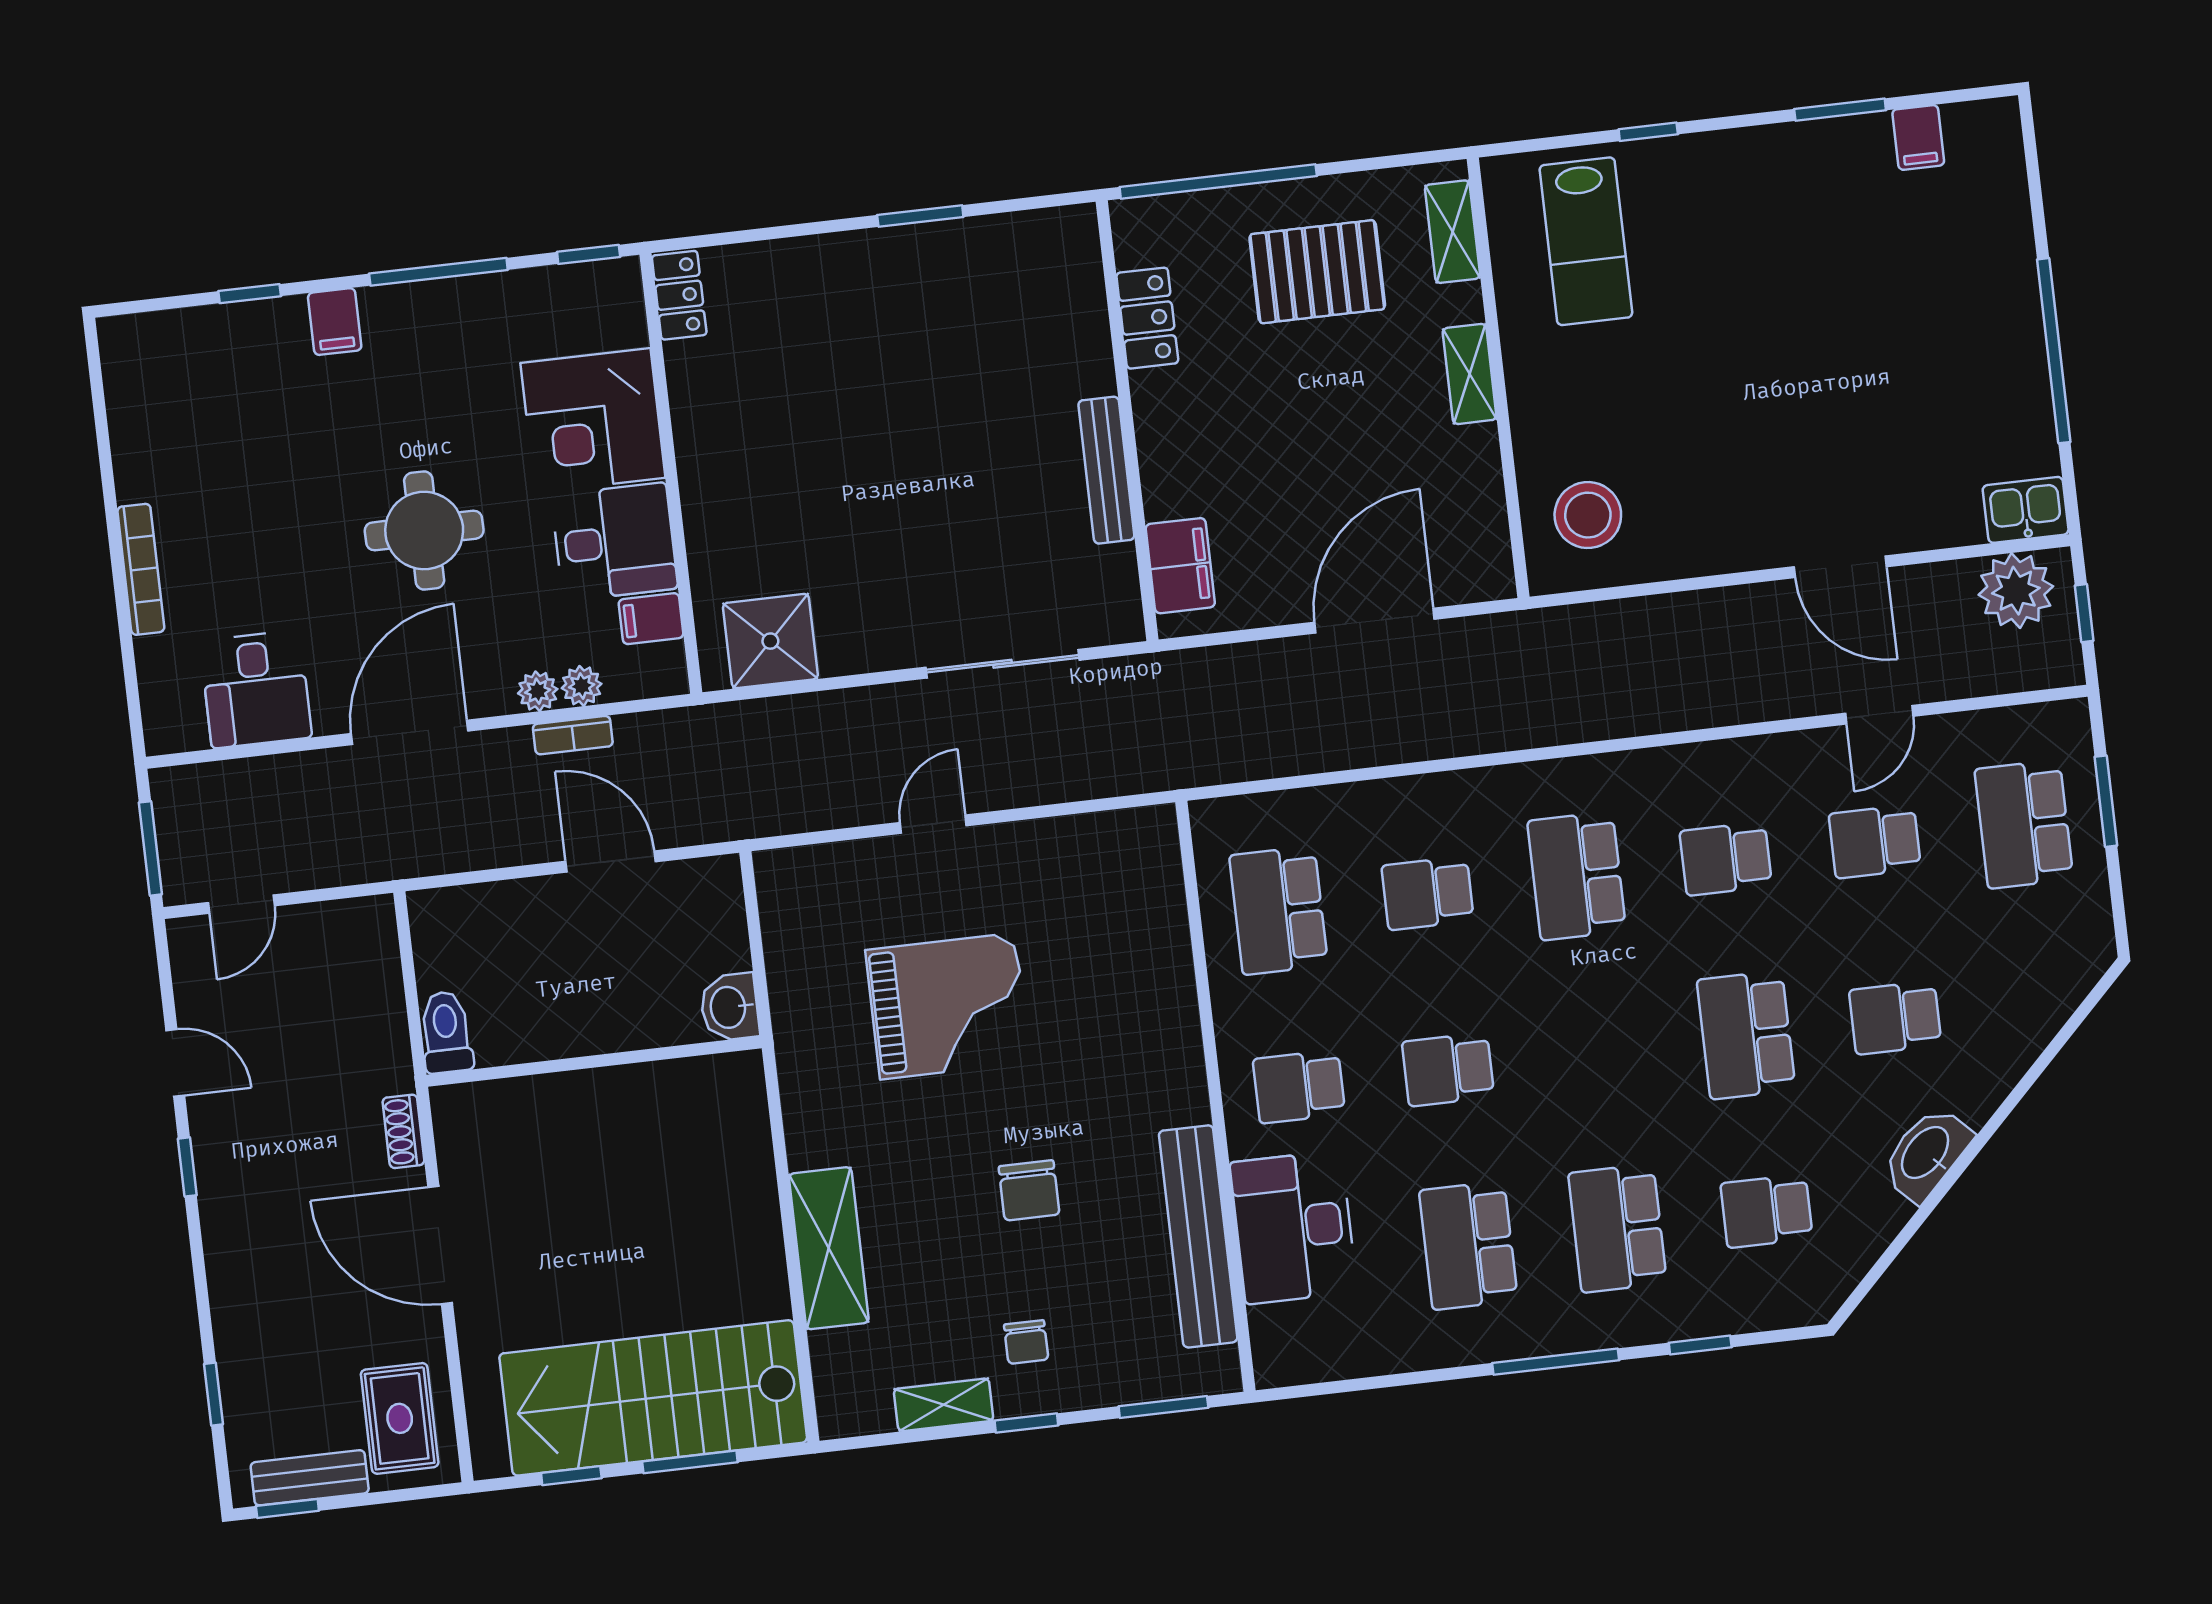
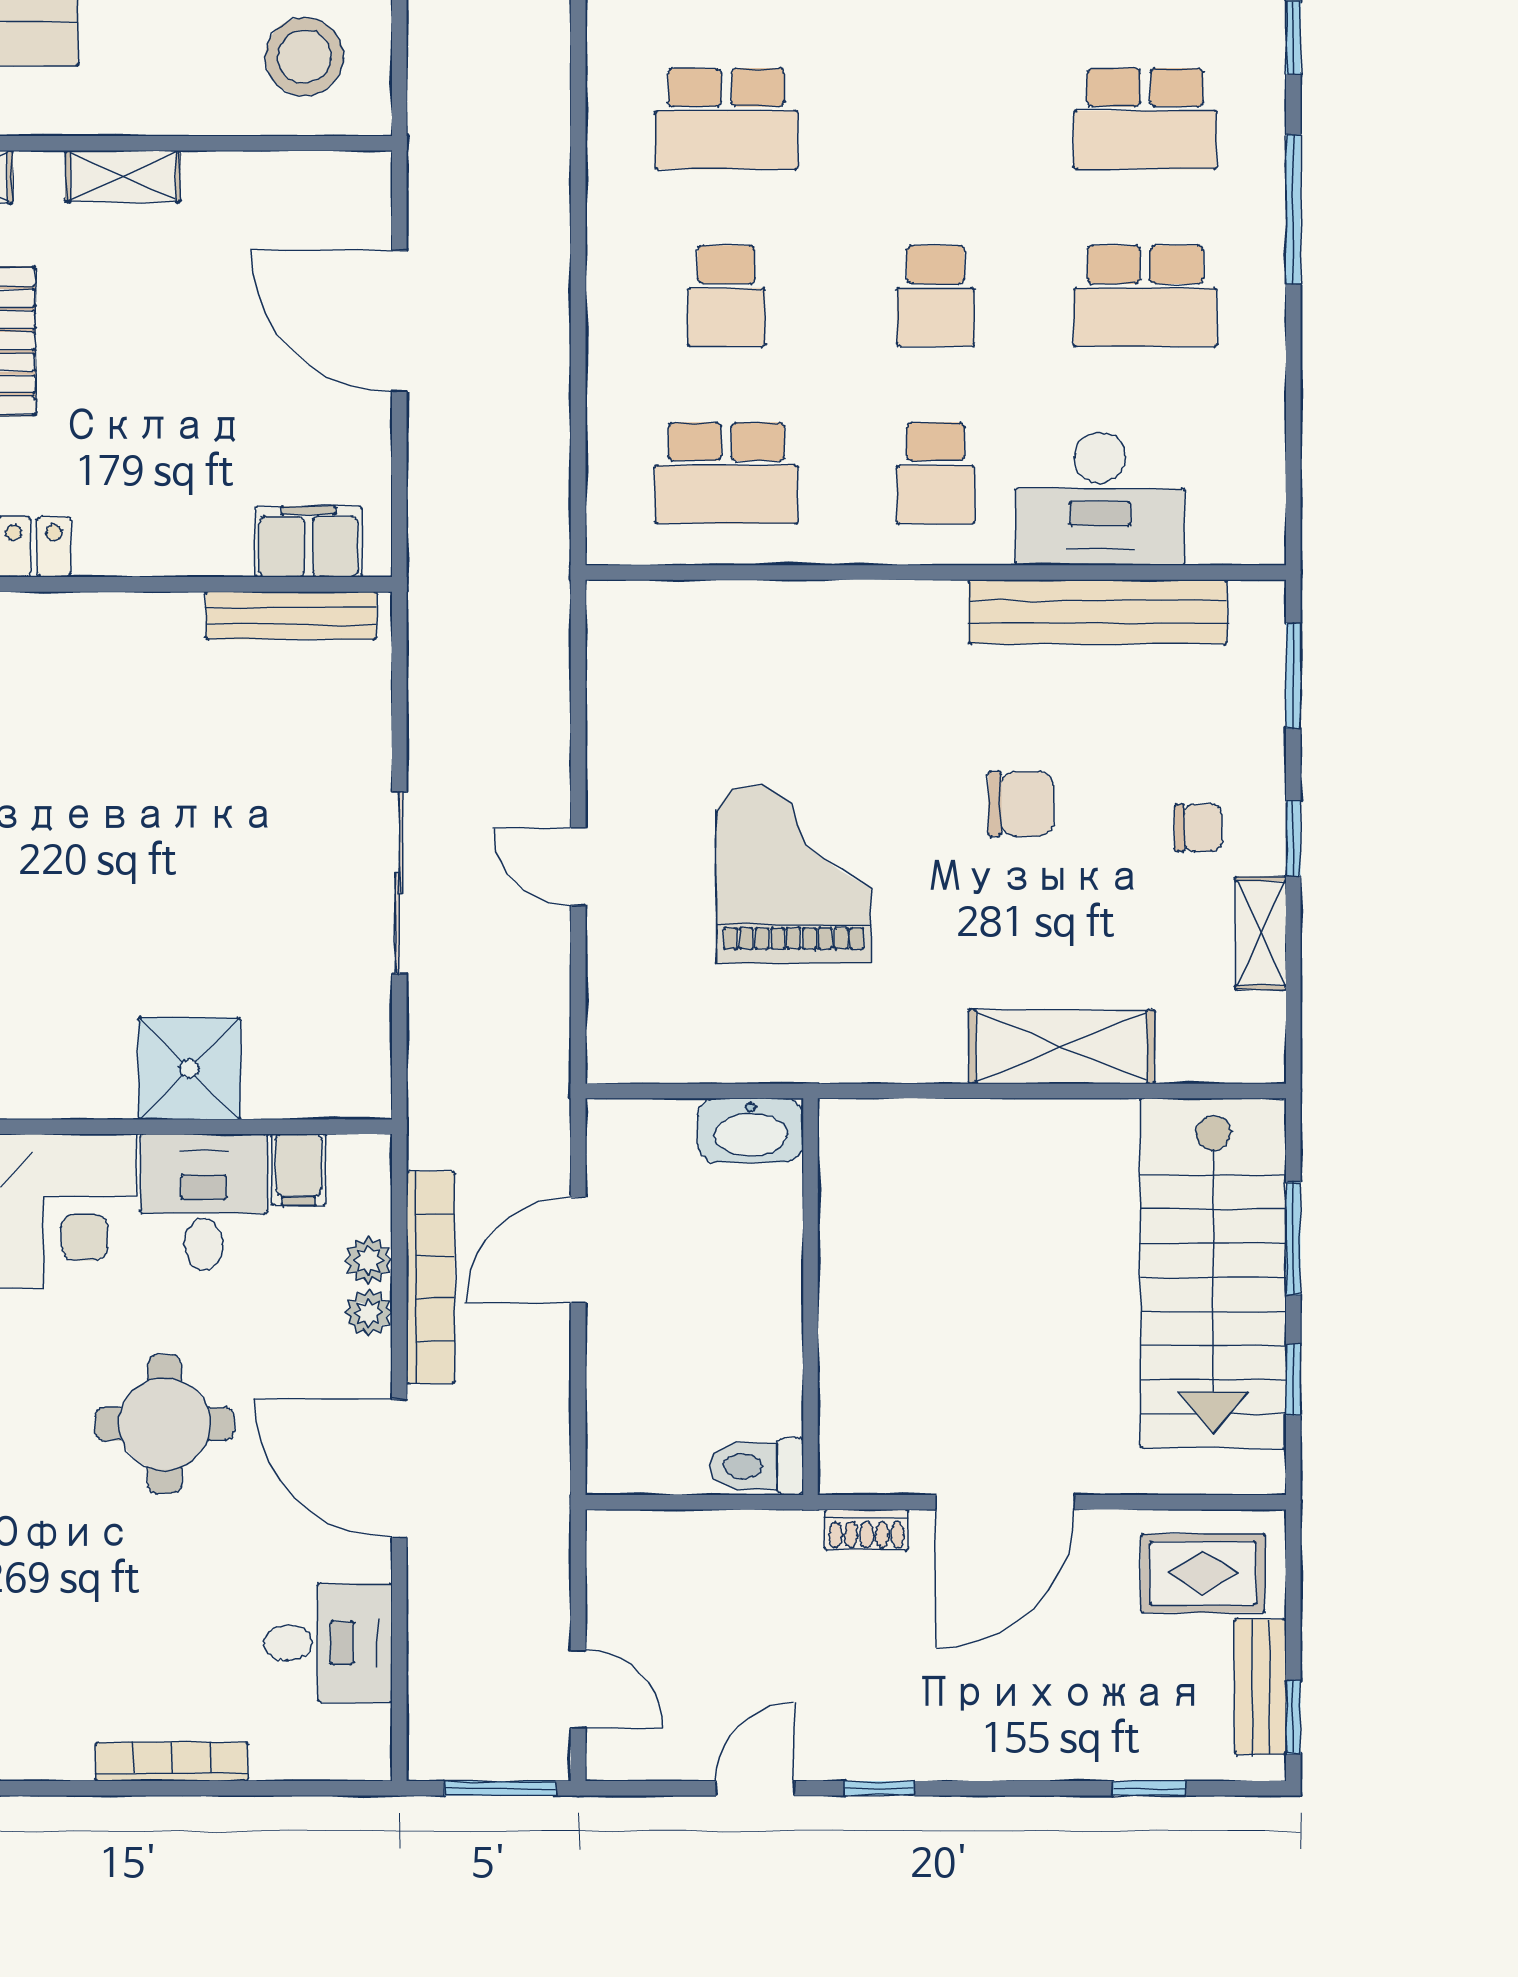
bench: (1106, 470) -> (291, 615), moved
shower: (770, 641) -> (189, 1069), moved
sliding door: (1002, 664) -> (399, 883), moved
bookcase: (573, 735) -> (431, 1277), width x2.31, depth x1.31
washbasin: (730, 1007) -> (751, 1130), width x1.38

